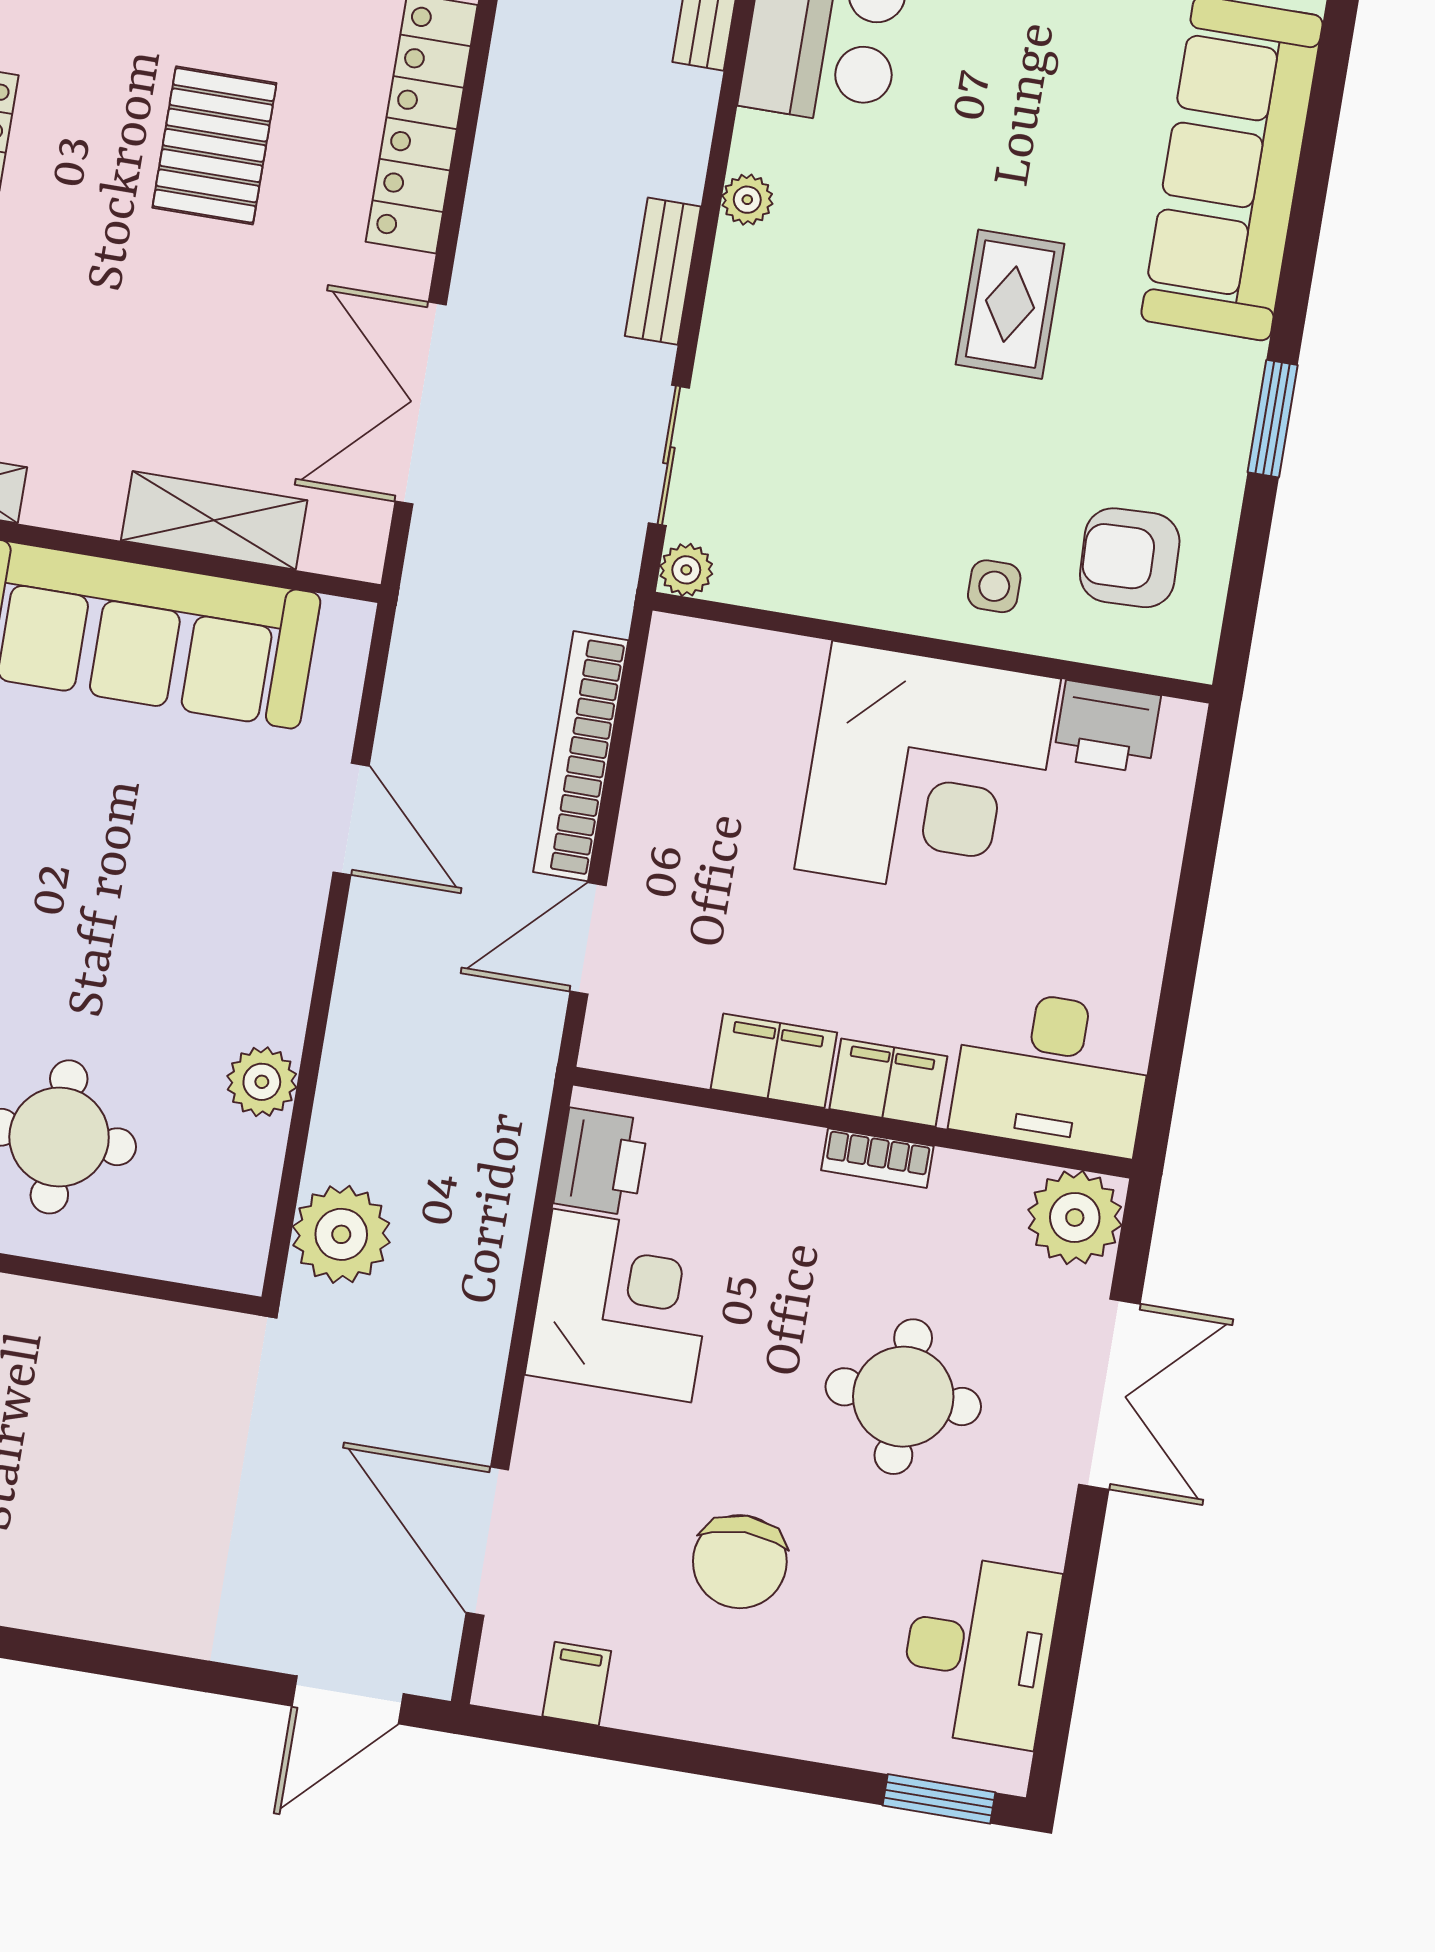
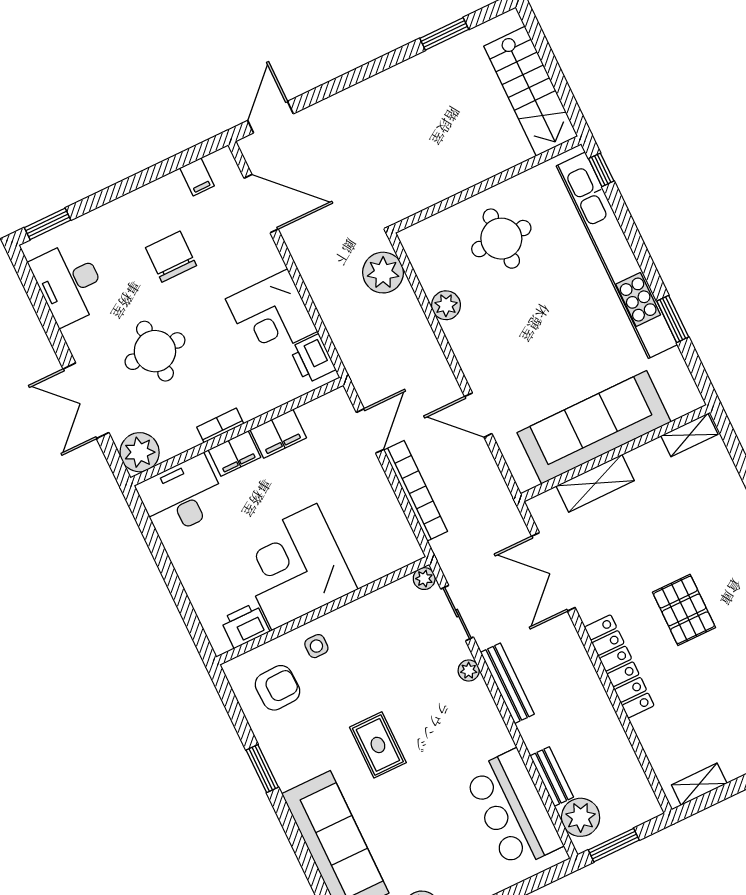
plant: (747, 200) -> (469, 671), moved
bench: (663, 271) -> (507, 683), width x1.36
double door: (421, 403) -> (553, 572), swing flipped

